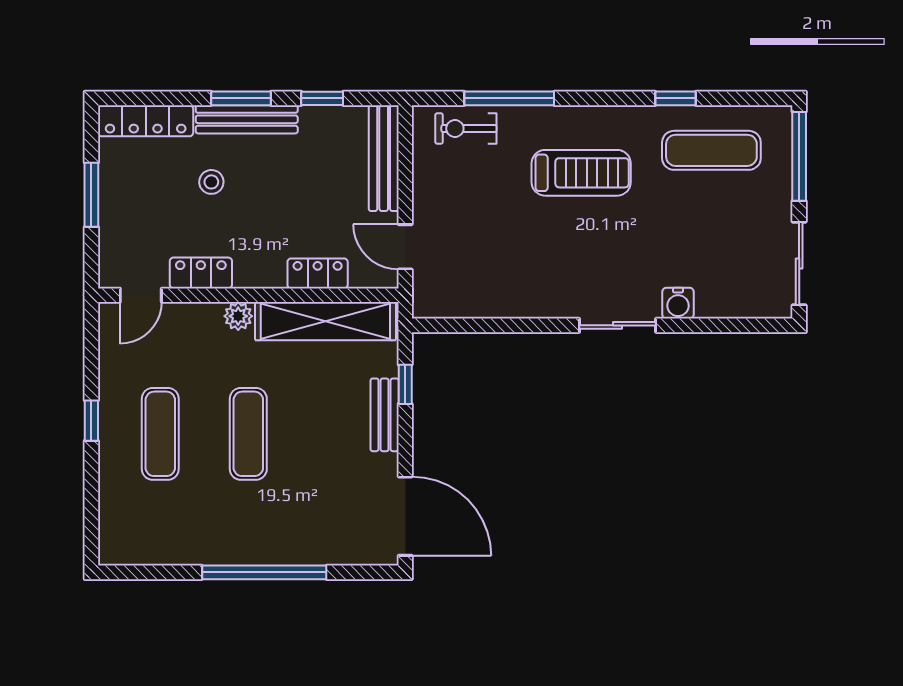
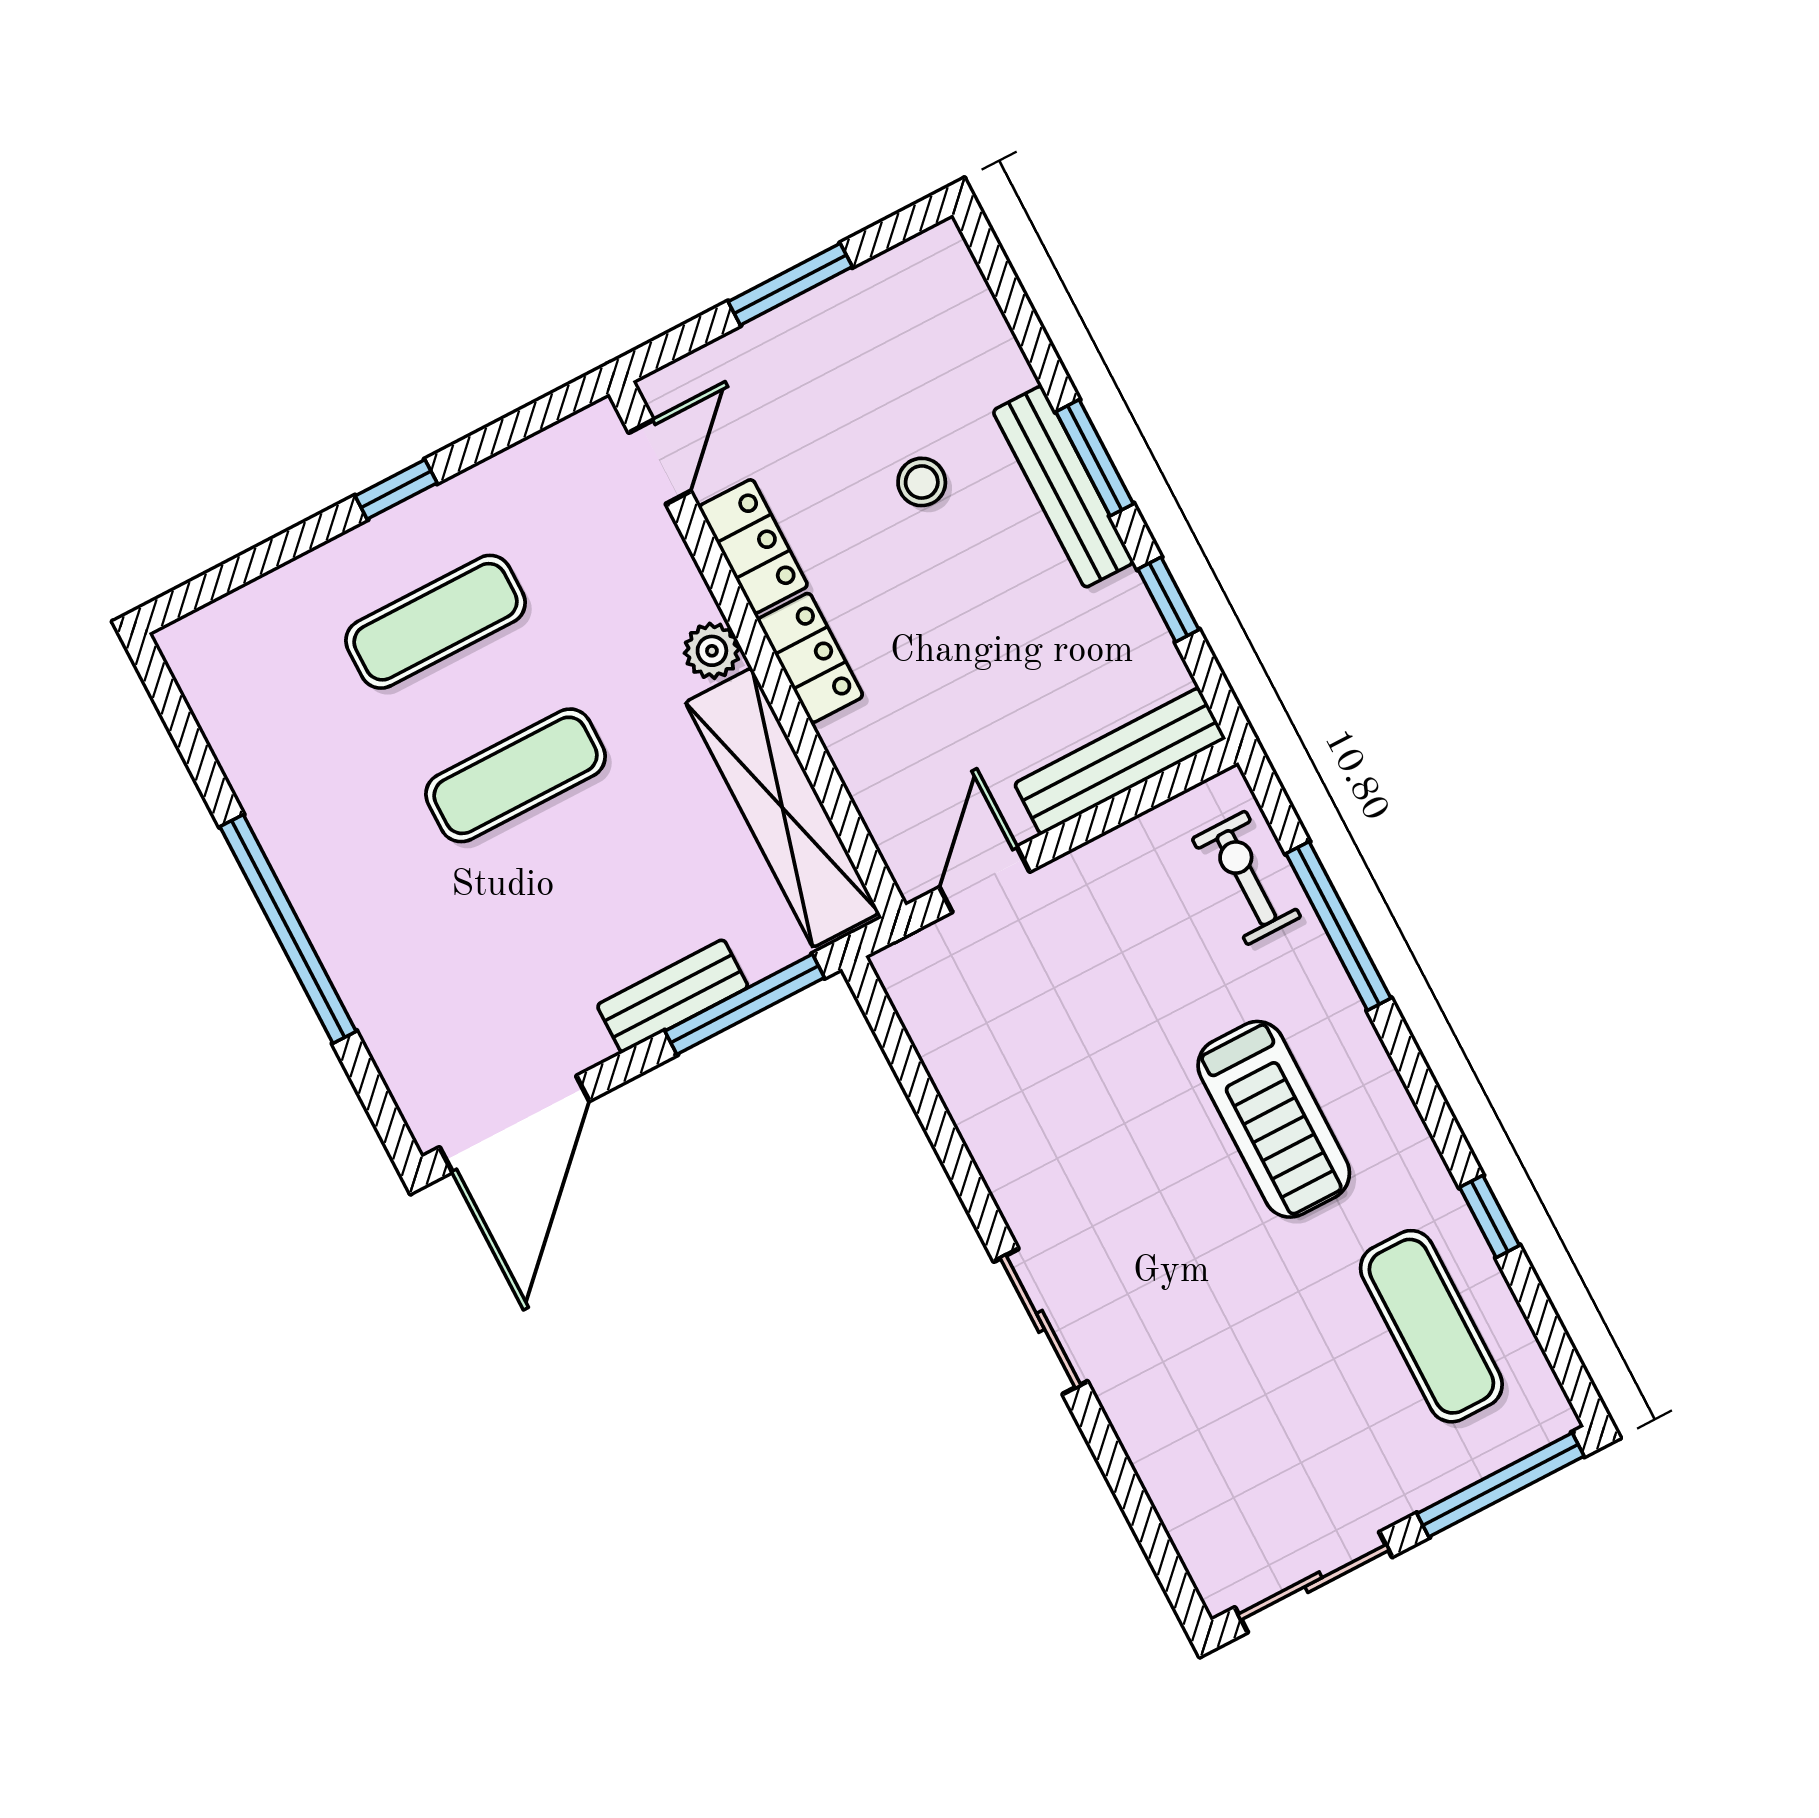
locker: (146, 121) -> (969, 312), removed
locker: (318, 273) -> (810, 658), moved
door: (141, 295) -> (660, 462), swing flipped
water cooler: (678, 303) -> (1134, 1407), removed
window: (405, 384) -> (745, 1004), width x2.17

